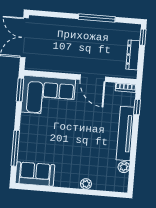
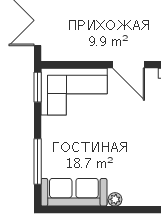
sofa: (35, 174) -> (74, 192), width x1.36
plant: (86, 184) -> (115, 199), moved

